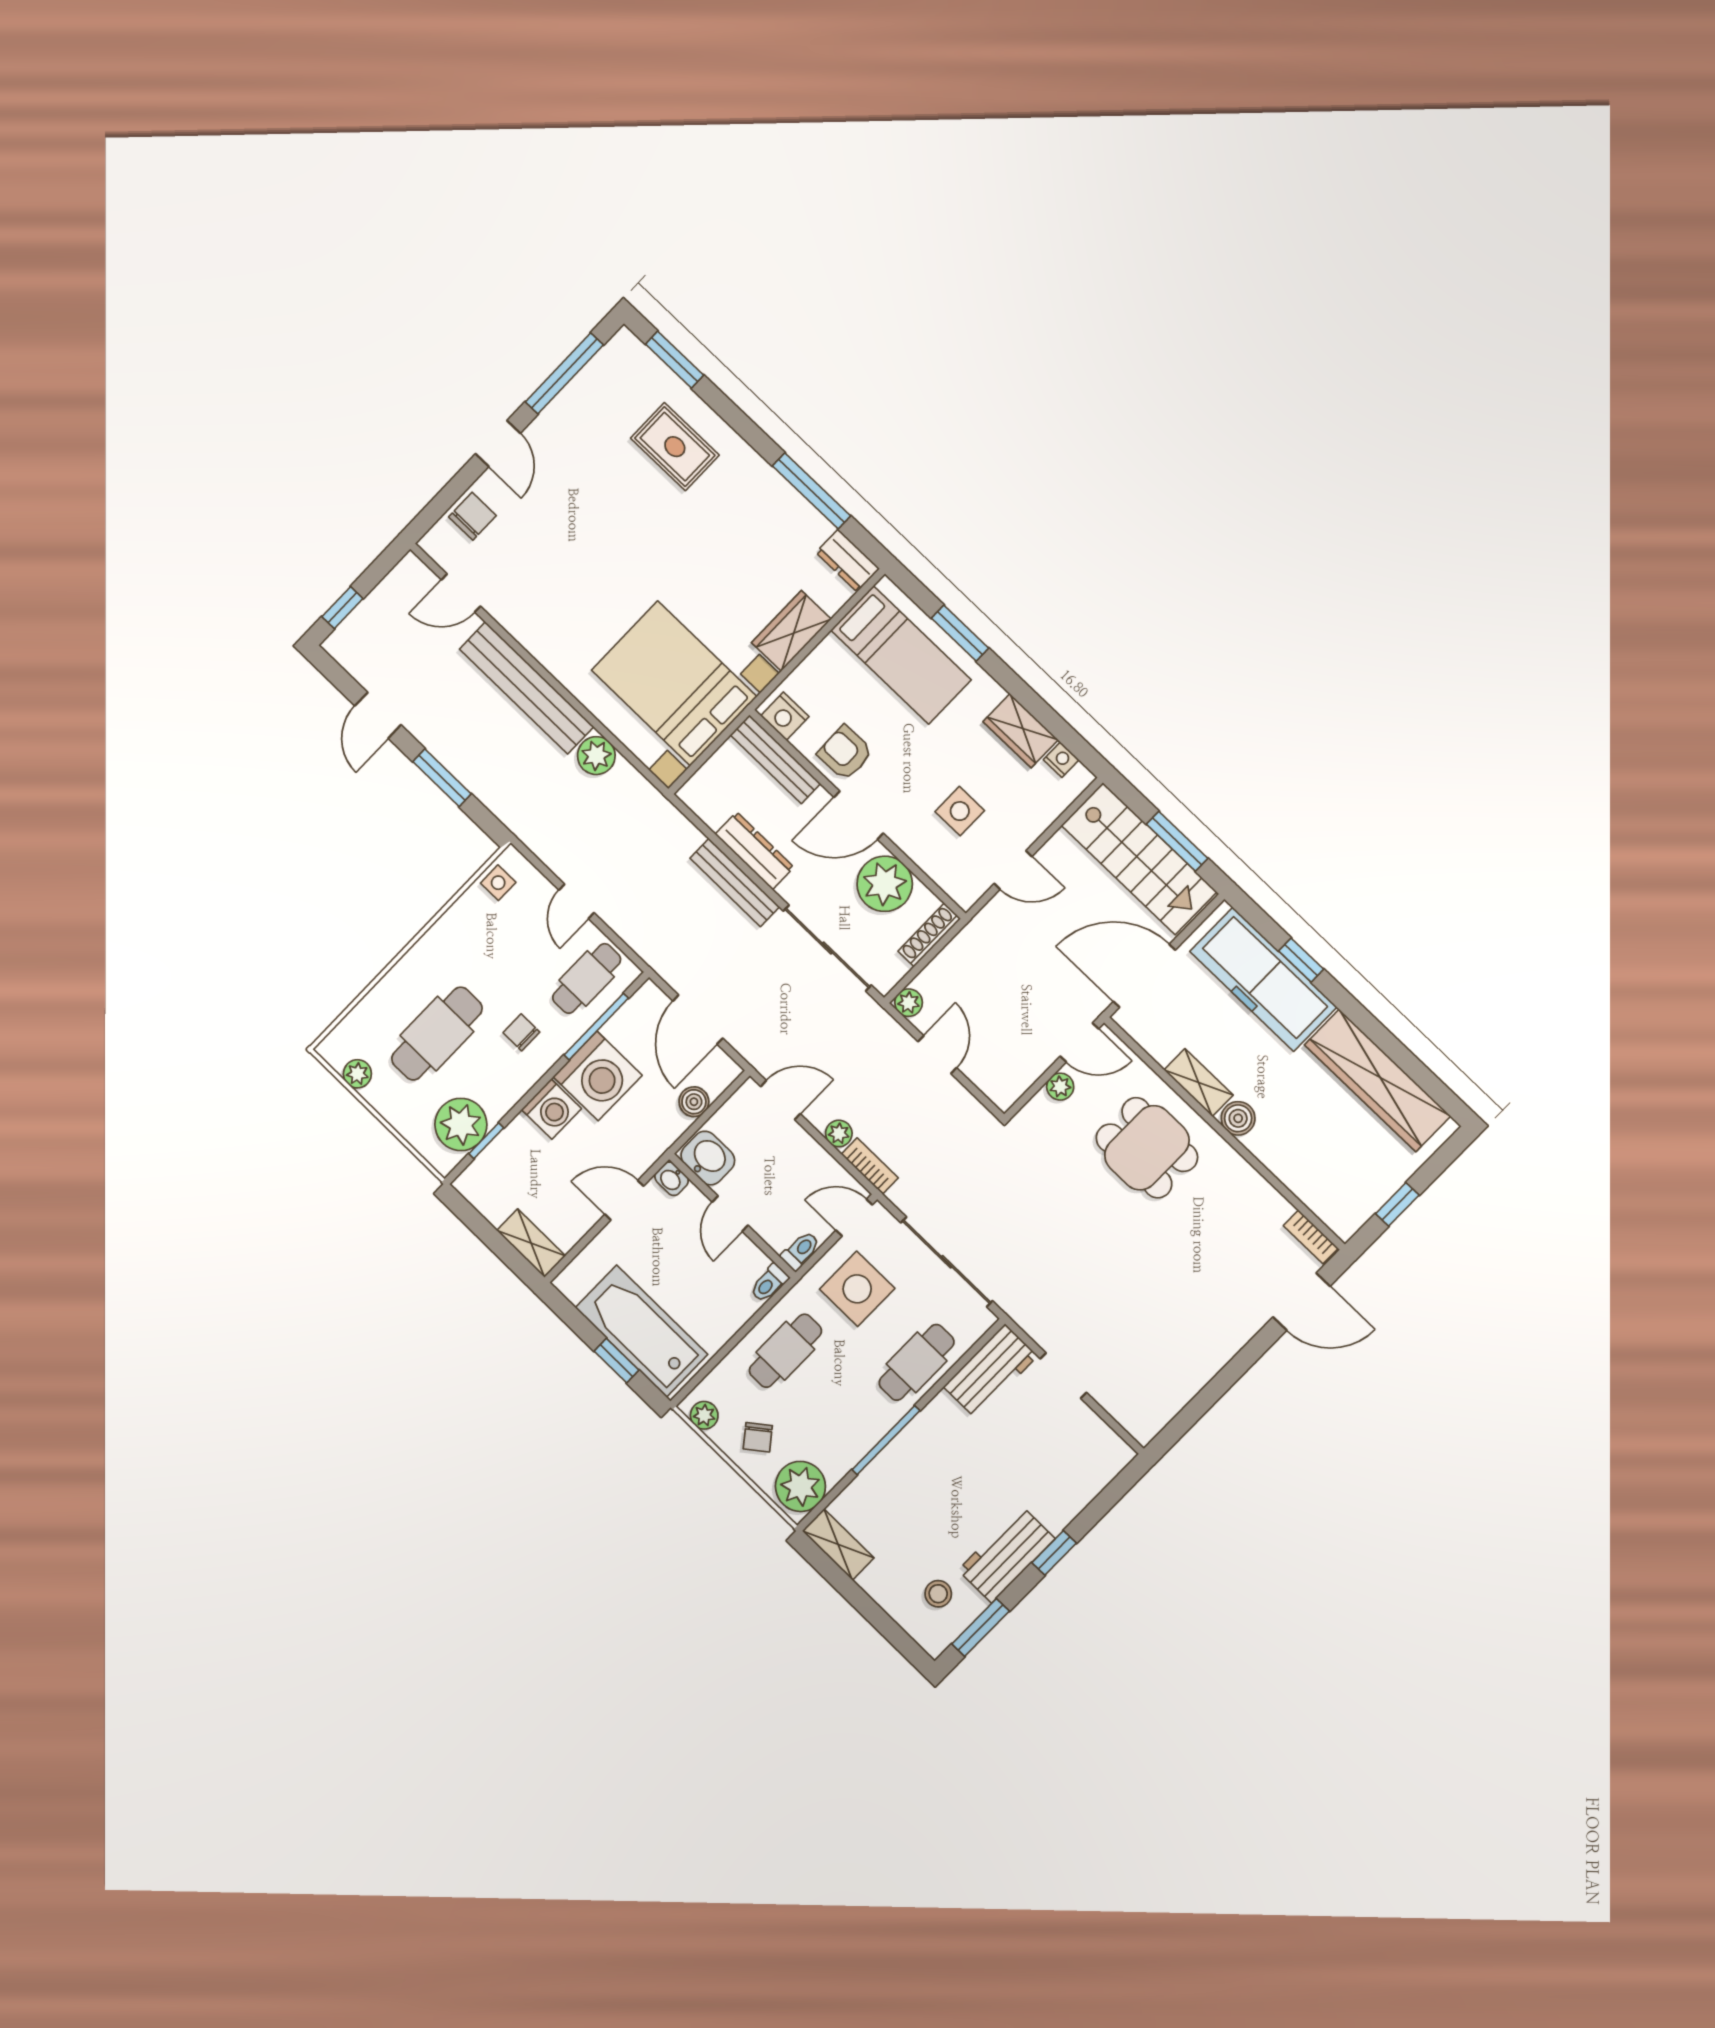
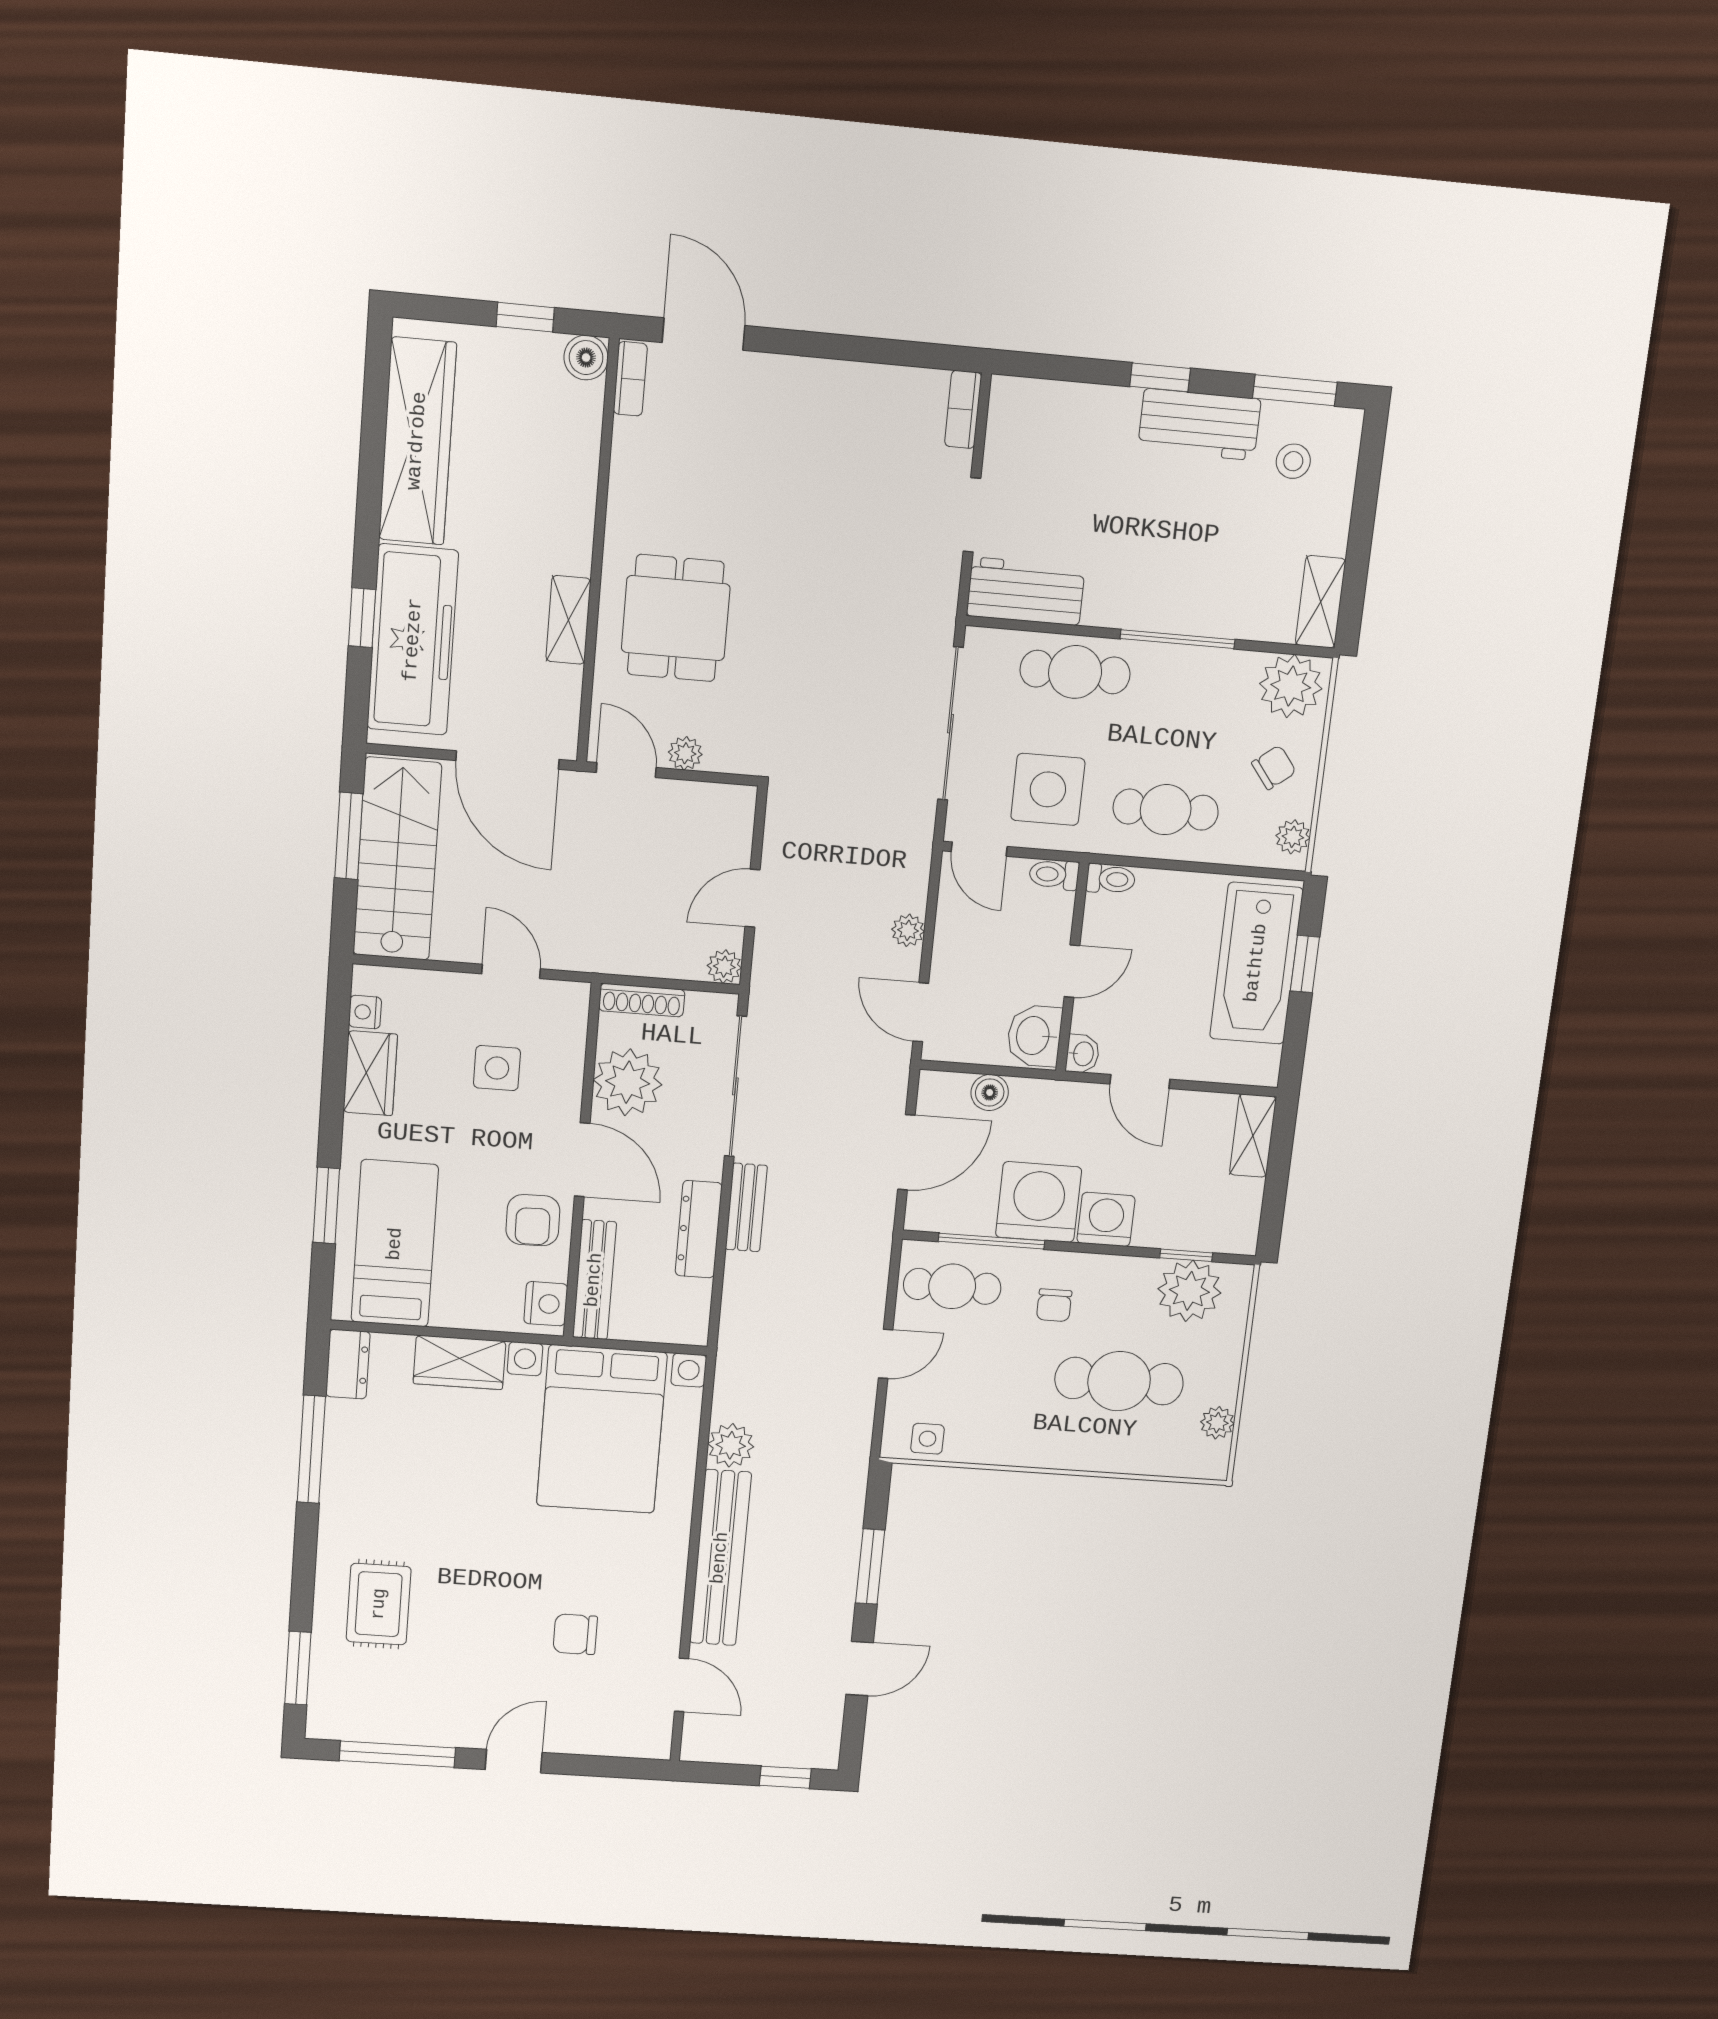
chair: (472, 516) -> (575, 1634), moved
bench: (735, 883) -> (746, 1207), width x0.73
boiler: (1238, 1118) -> (586, 358), moved
bookcase: (870, 1166) -> (963, 409), moved

